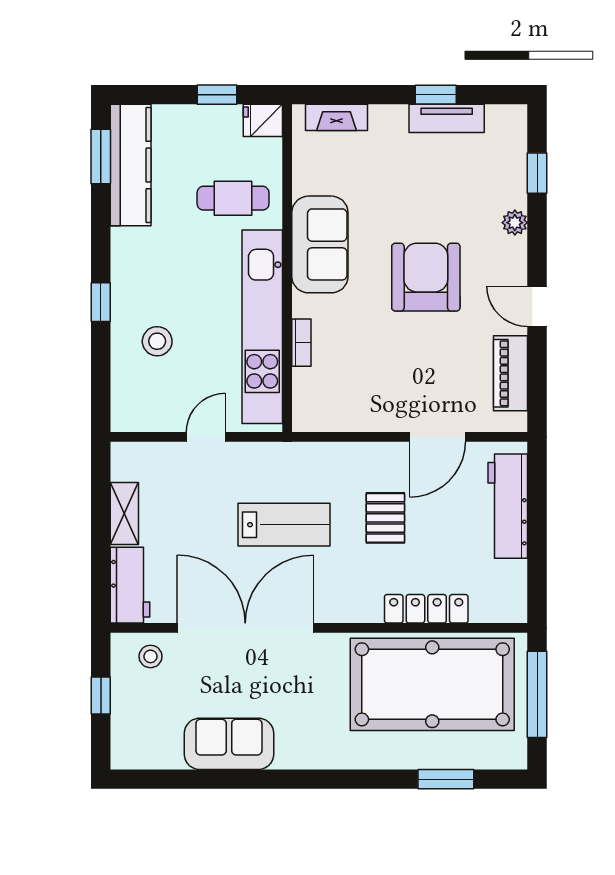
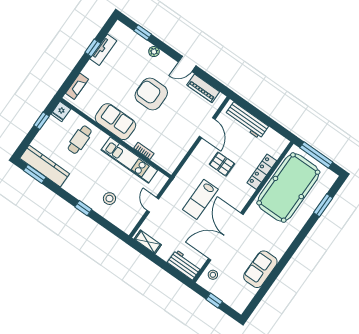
kitchen unit: (262, 327) -> (129, 160), width x0.73
shelving: (124, 514) -> (148, 242), moved
lab bench: (284, 525) -> (200, 199), turned 180

